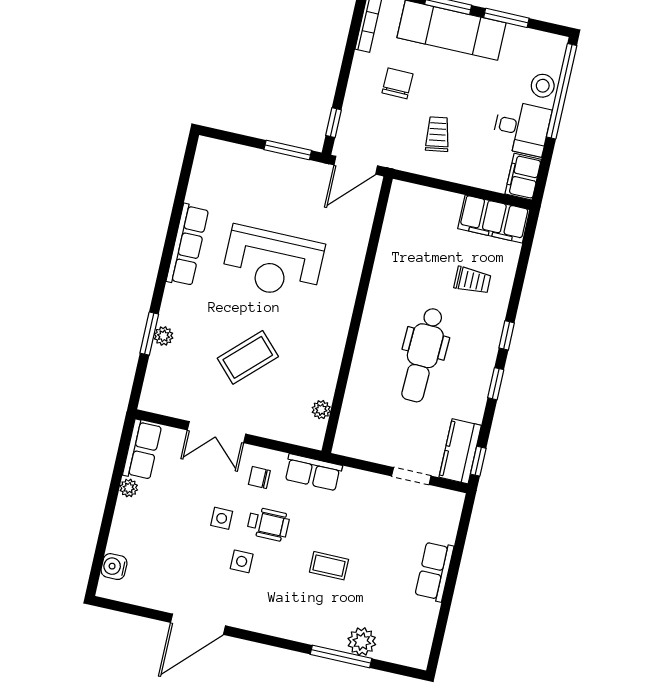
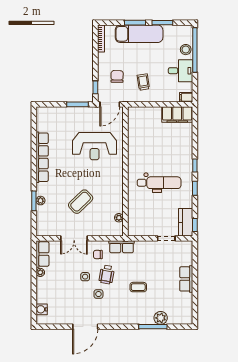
chair: (397, 83) -> (117, 76), moved
filing cabinet: (523, 177) -> (186, 97), width x0.50
row of seats: (187, 245) -> (42, 157), width x1.36
reception desk: (273, 263) -> (95, 146), moved
trolley: (472, 280) -> (174, 144), removed
dental chair: (423, 355) -> (159, 183), turned -92
wheelchair: (268, 524) -> (107, 275), turned 100

